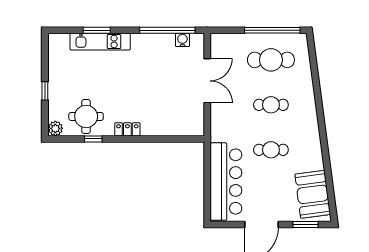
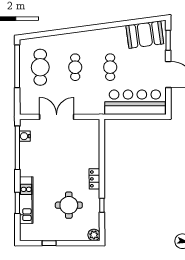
window: (45, 91) -> (49, 243), moved
round table: (86, 116) -> (69, 205), moved

